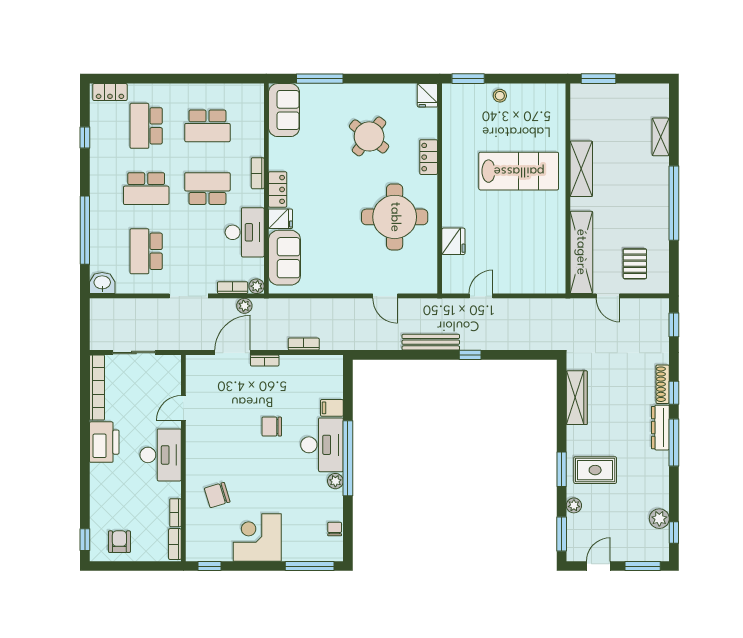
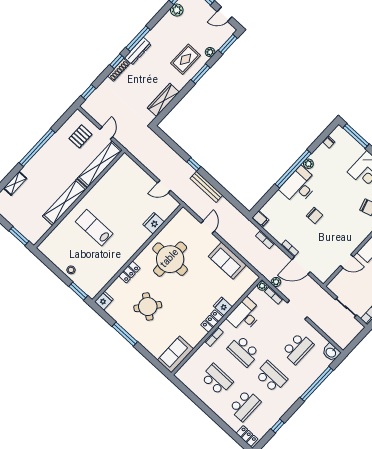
window: (320, 79) -> (125, 334), moved
shelving: (581, 169) -> (65, 202), width x1.47
lab bench: (519, 171) -> (94, 228), width x0.73, depth x0.72
sofa: (284, 258) -> (227, 261), moved, turned -90
filing cabinet: (332, 408) -> (260, 219), moved
rug: (595, 470) -> (185, 59), turned 90

